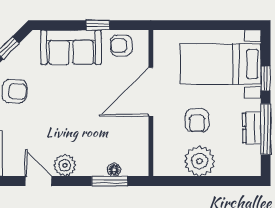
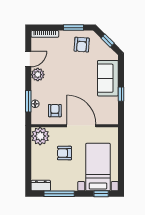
armchair: (121, 45) -> (55, 111), moved
window: (266, 78) -> (101, 194), moved
dresser: (252, 128) -> (41, 186), moved
plant: (199, 161) -> (40, 136), moved

